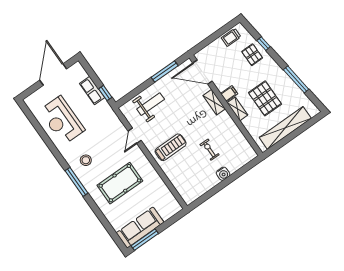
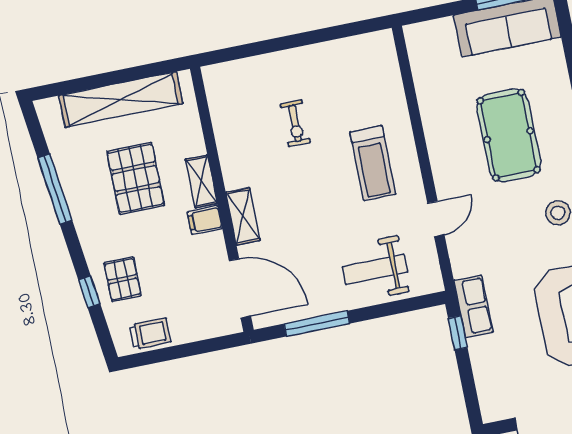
row of seats: (92, 90) -> (473, 306), moved
treadmill: (171, 147) -> (373, 163), turned -90
water cooler: (223, 174) -> (289, 62), removed
pool table: (120, 183) -> (509, 135), turned 90

